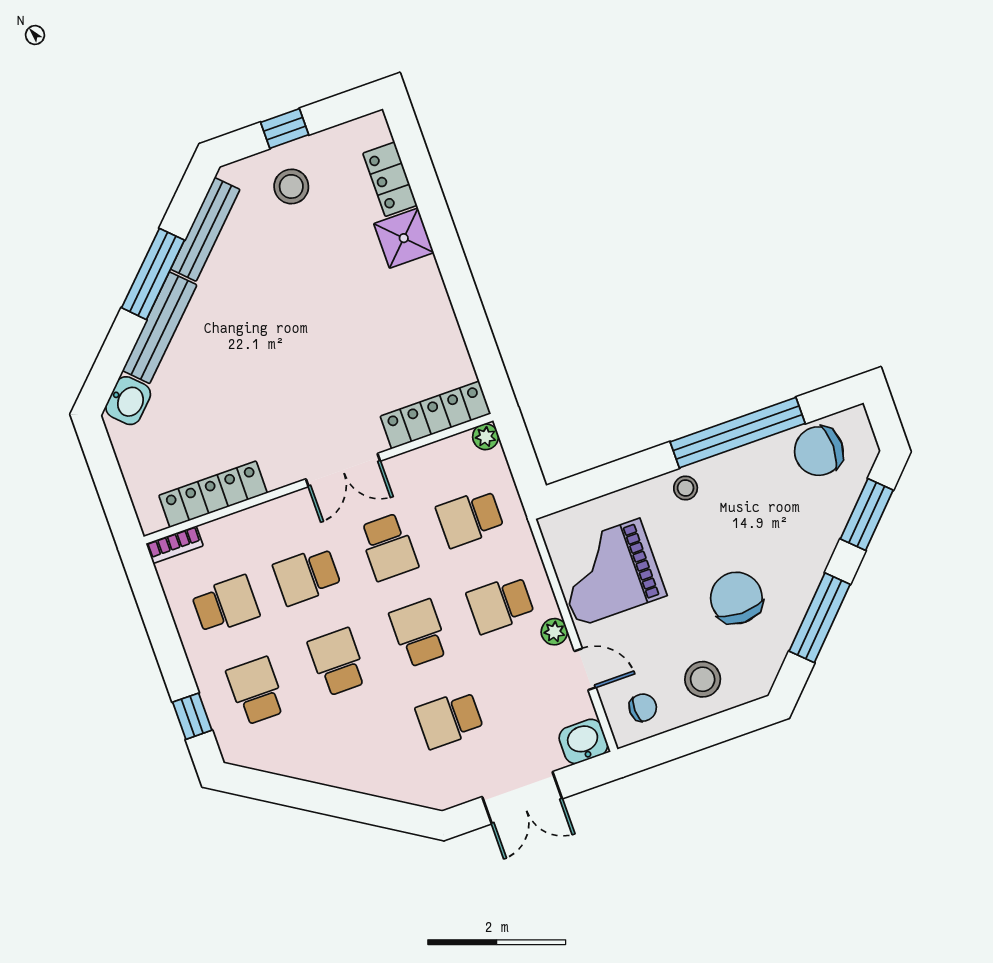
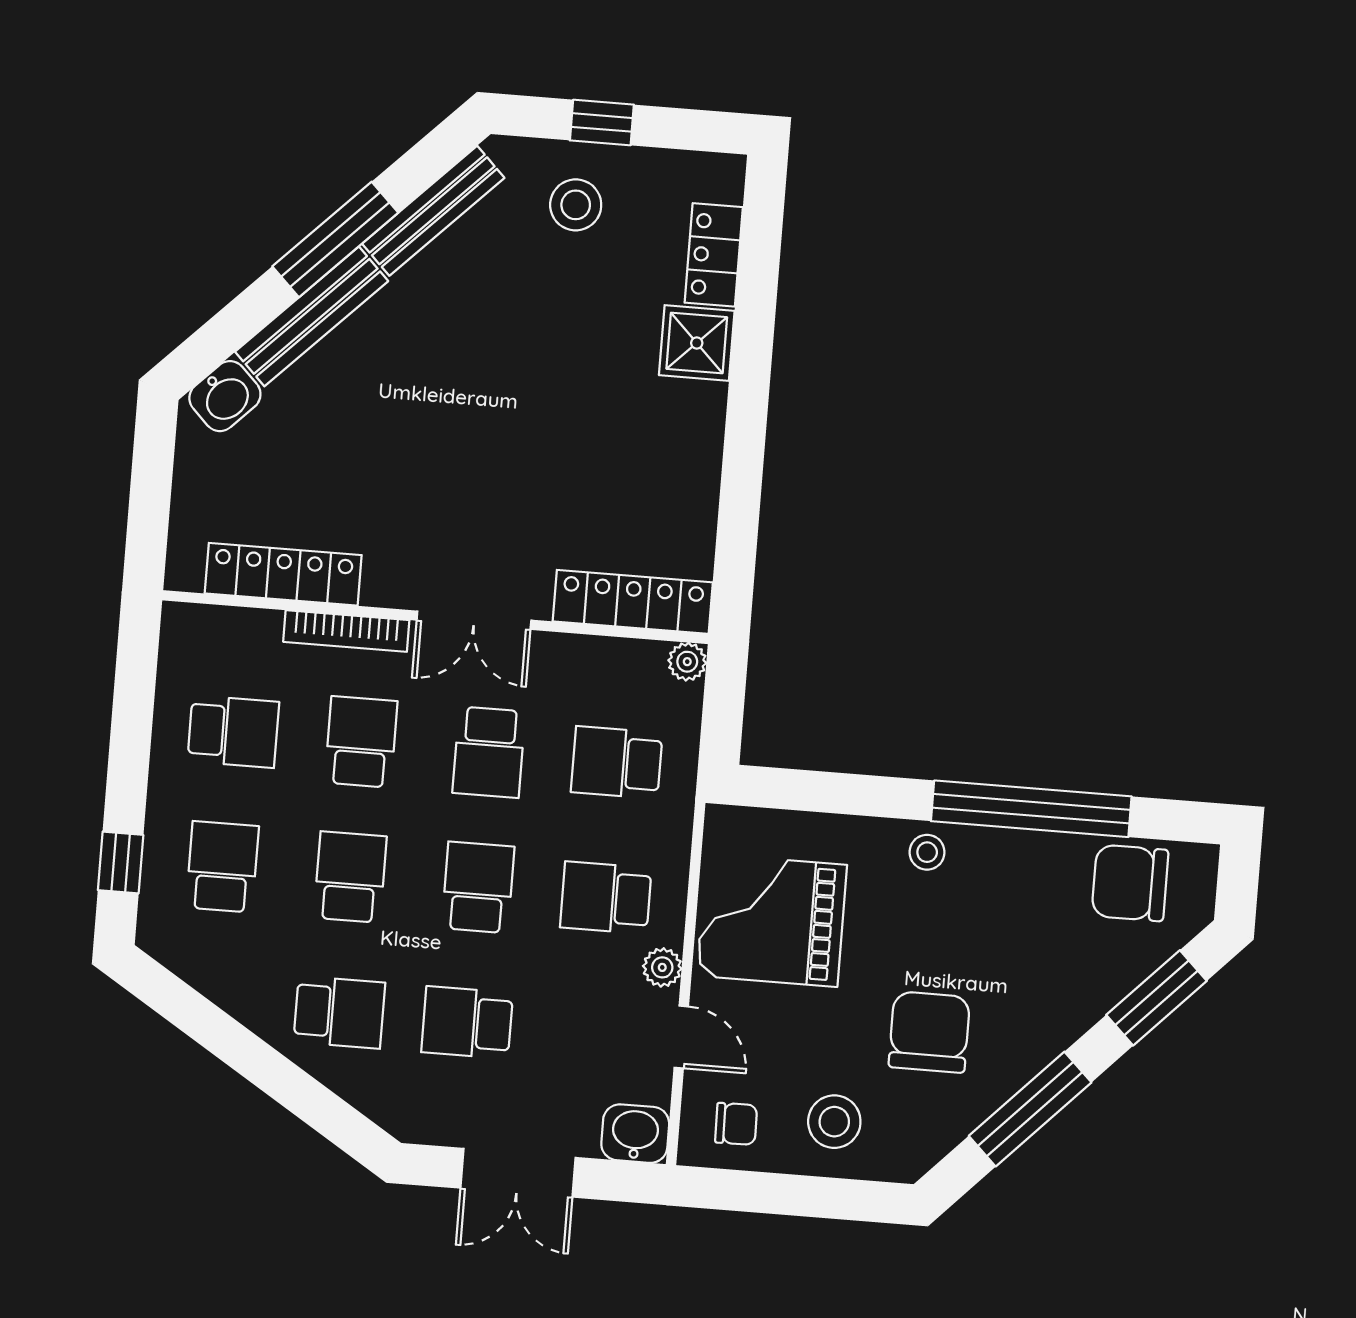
bookcase: (175, 545) -> (346, 631), moved, width x1.56
school desk: (307, 576) -> (361, 742), turned 90
school desk: (368, 748) -> (339, 1012), added

